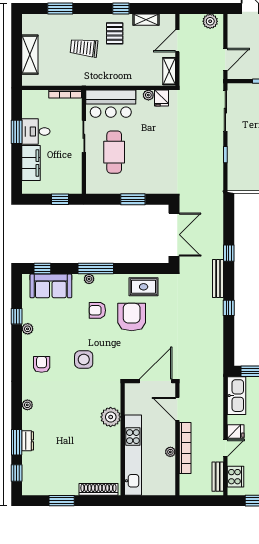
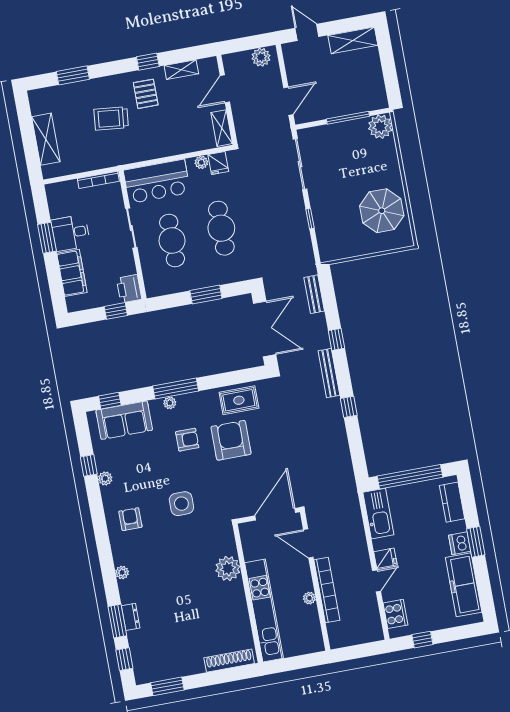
cafe table: (155, 150) -> (221, 228), added
printer: (74, 184) -> (129, 289), added
armchair: (97, 310) -> (187, 440), turned 180
bench: (218, 477) -> (314, 294), moved
window: (62, 501) -> (167, 686), moved

